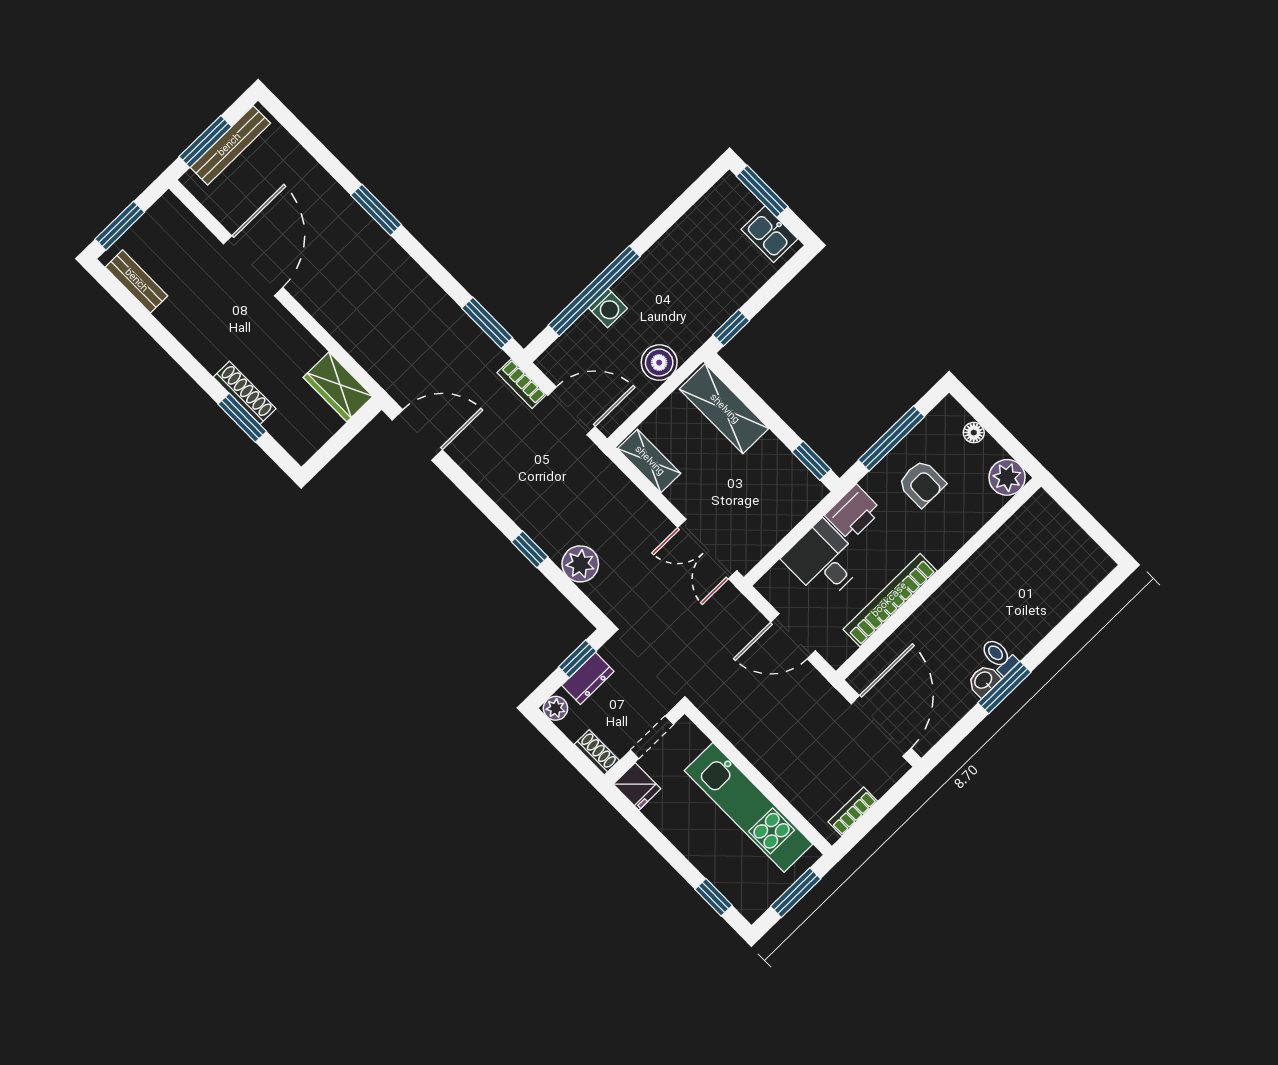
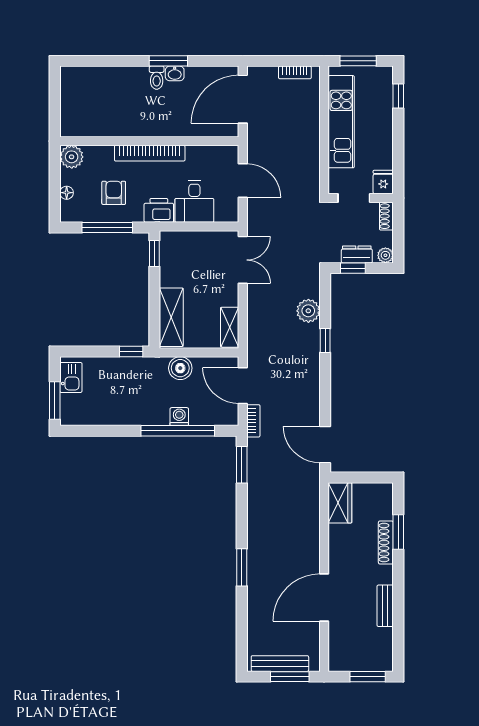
bench: (136, 281) -> (385, 606), moved
bookcase: (890, 600) -> (150, 153), moved

